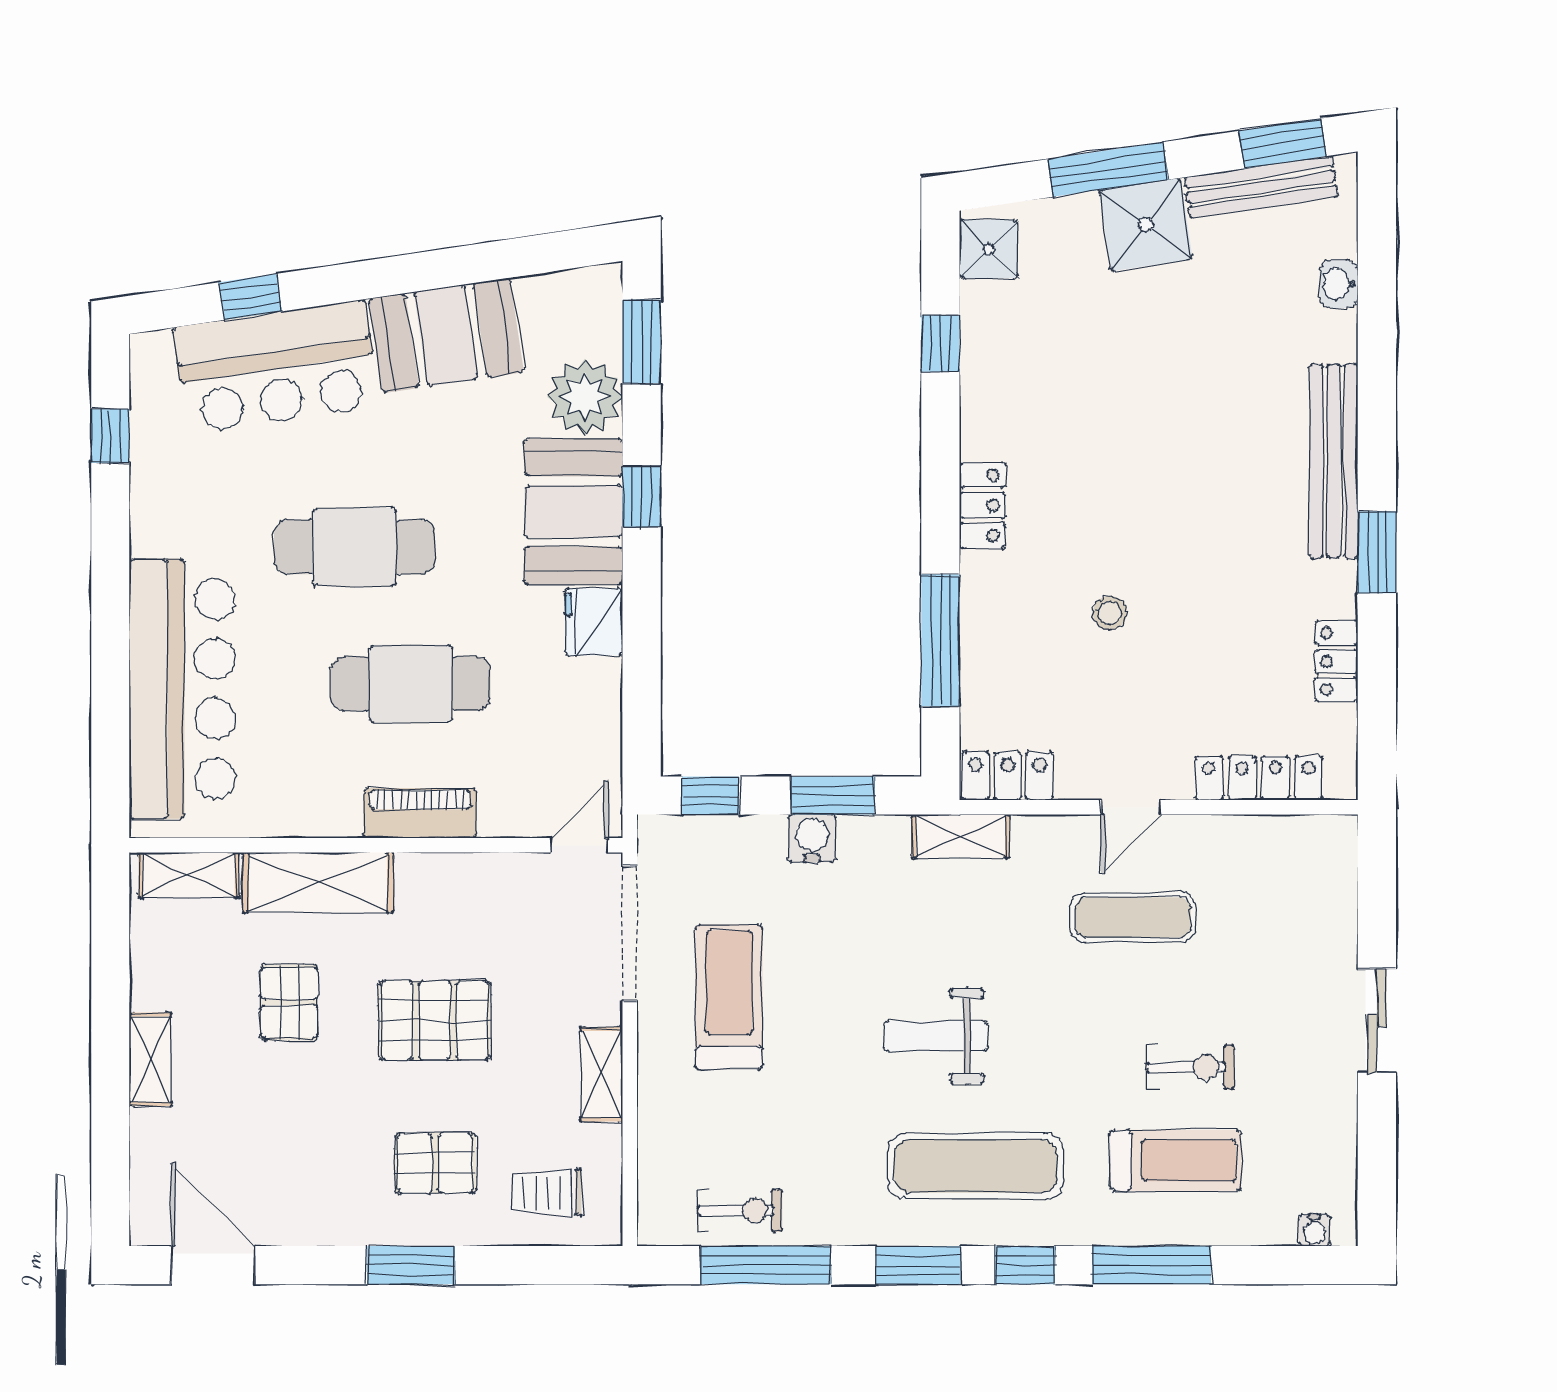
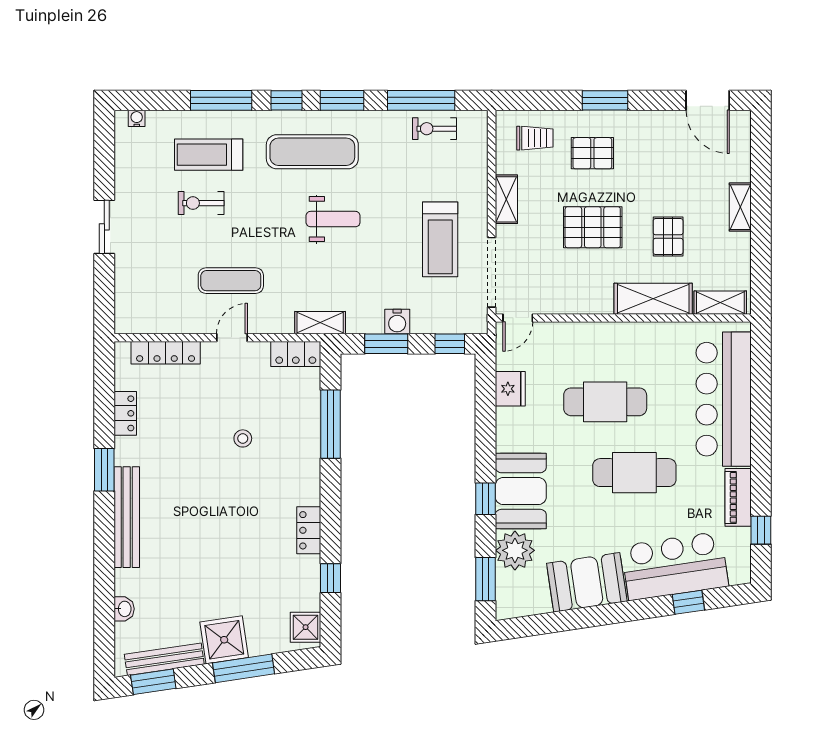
locker: (982, 505) -> (309, 530), moved
fridge: (594, 622) -> (510, 389), moved
piano: (420, 813) -> (738, 497), moved, turned 90

